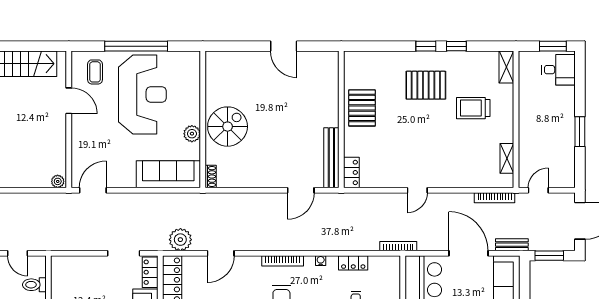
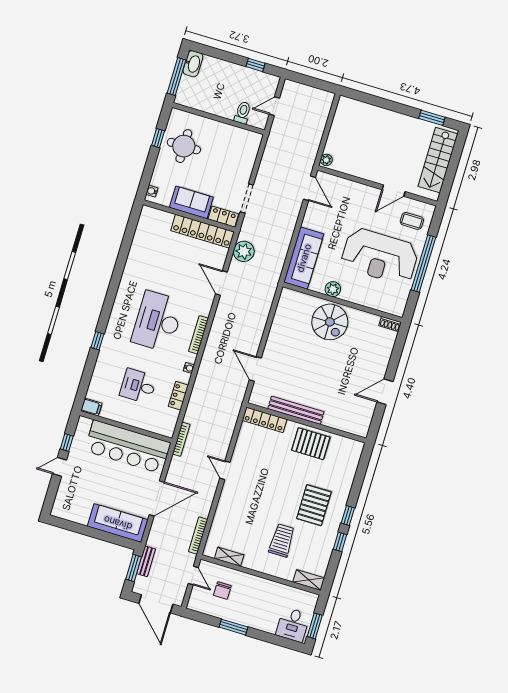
chair: (545, 155) -> (222, 591), added
bench: (331, 158) -> (296, 410), moved
locker: (351, 172) -> (265, 420), width x1.53
shoe rack: (211, 177) -> (390, 324), moved
bench: (512, 245) -> (146, 561), moved

